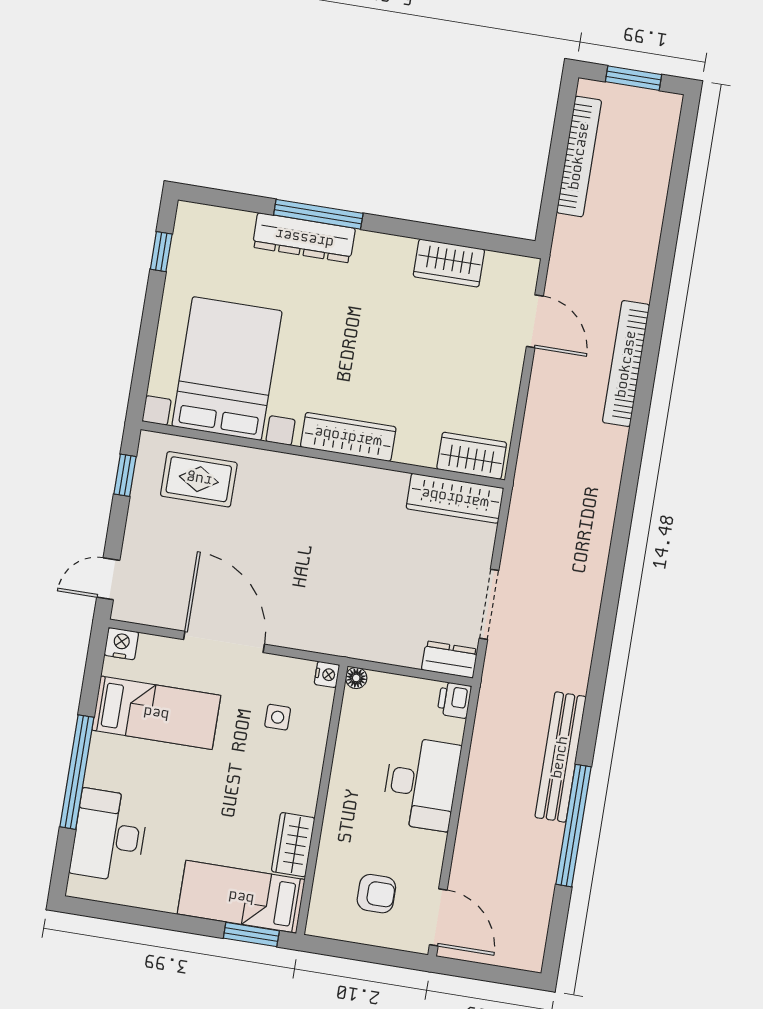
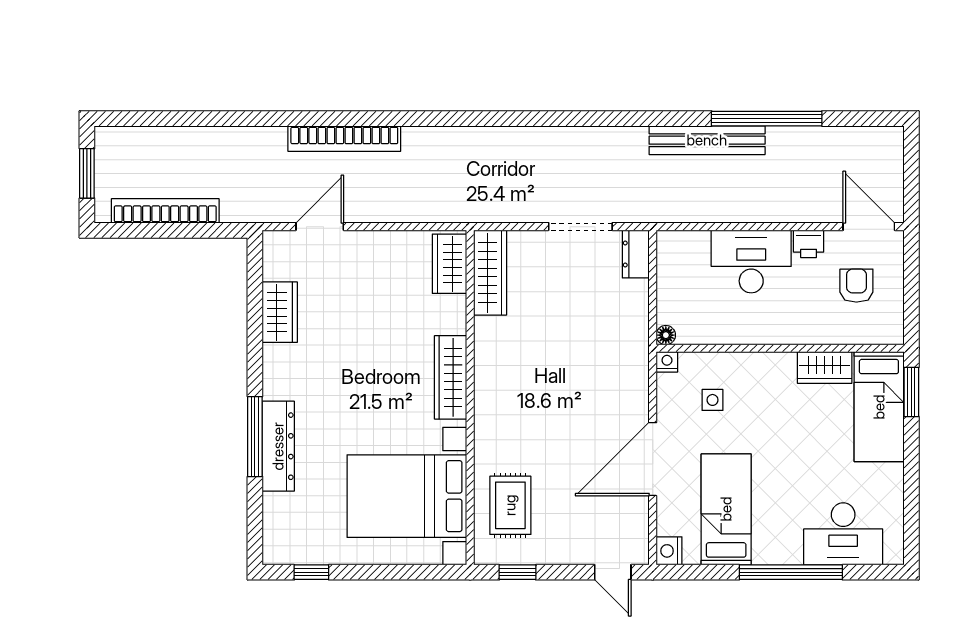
printer: (454, 700) -> (809, 244), moved
door: (438, 917) -> (869, 227), hinge flipped

